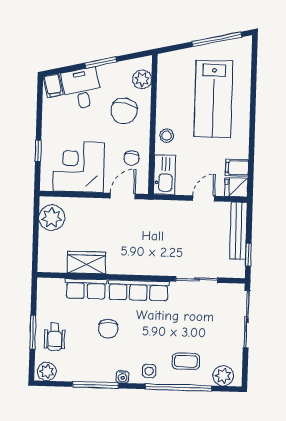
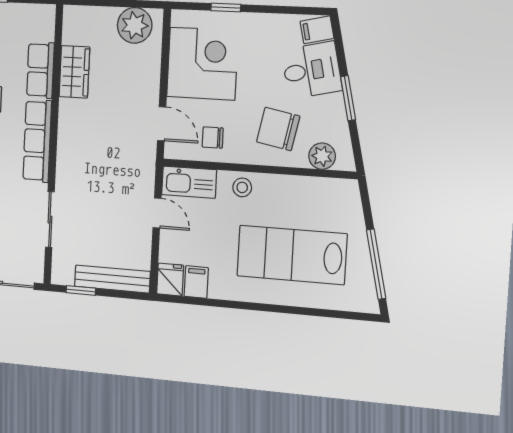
door: (204, 198) -> (157, 213), moved

